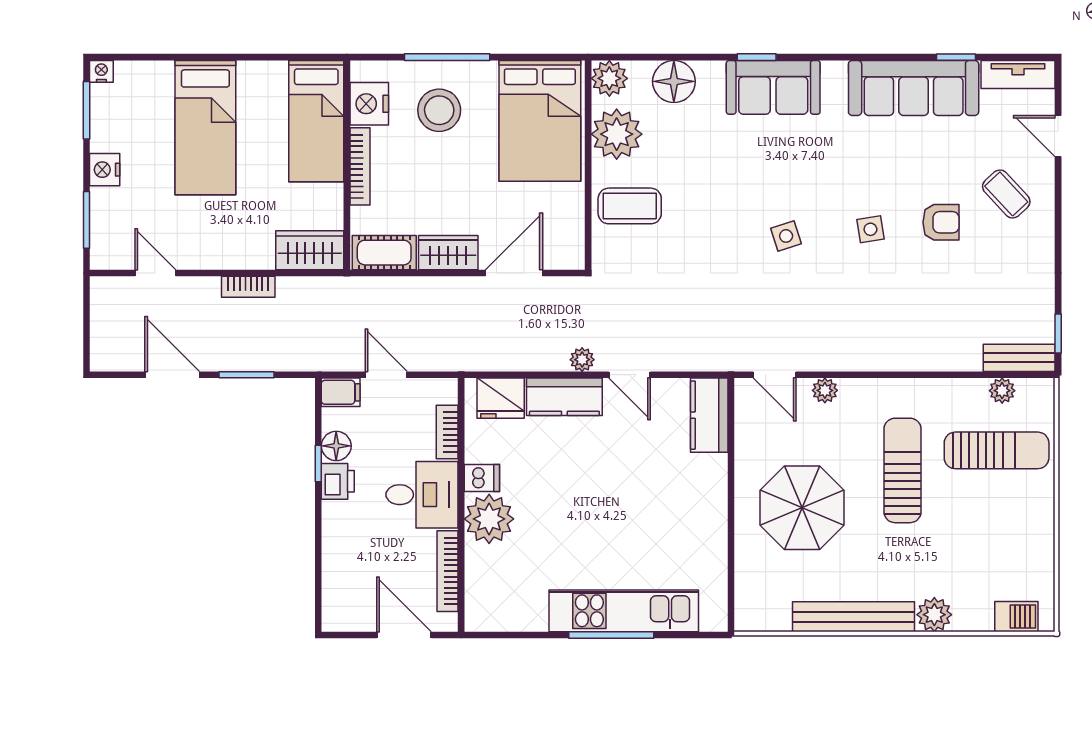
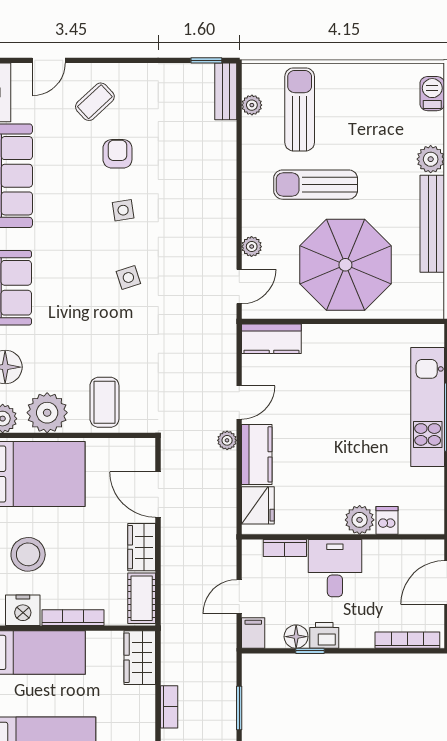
dishwasher: (482, 478) -> (387, 520), moved
parasol: (802, 508) -> (345, 265), width x1.36, depth x1.36
plant: (489, 519) -> (360, 520), width x0.73, depth x0.73
bookcase: (448, 571) -> (407, 640), moved, turned 180

